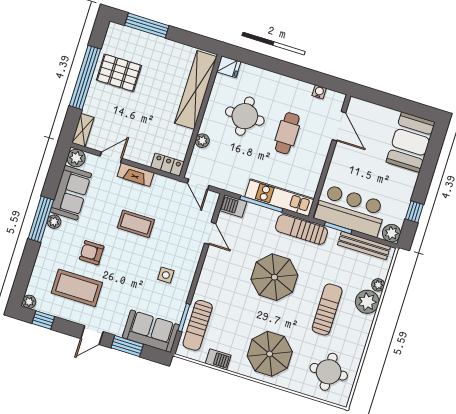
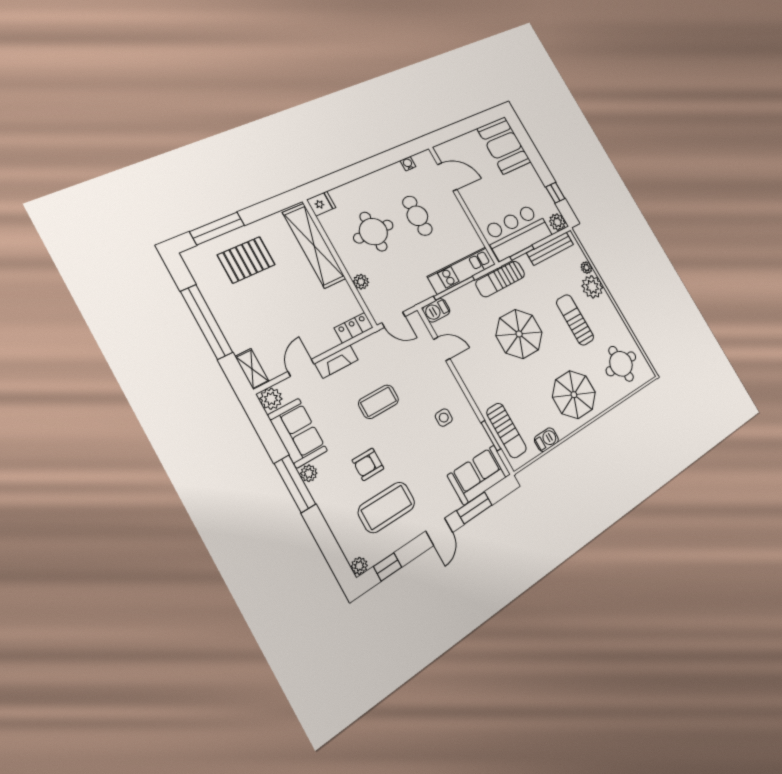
pallet: (119, 73) -> (246, 260), moved

